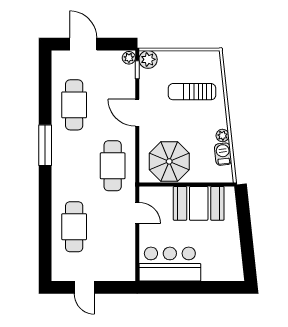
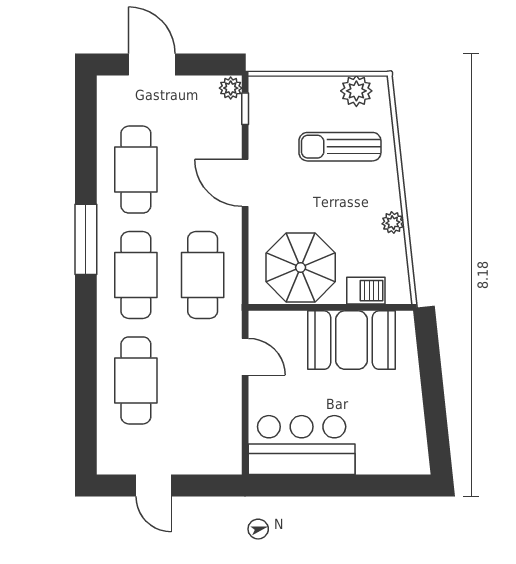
plant: (148, 59) -> (356, 91), moved
barbecue: (223, 154) -> (366, 291), moved, turned 96
cafe table: (74, 166) -> (136, 275), added

